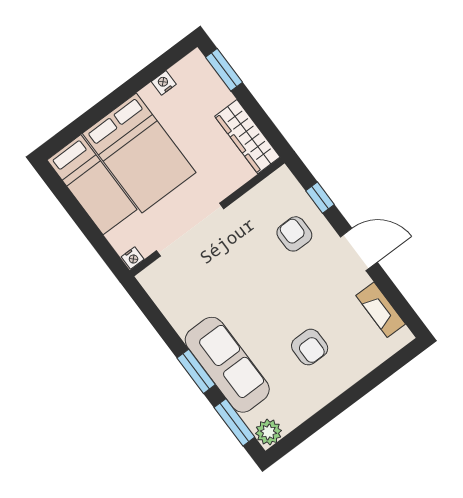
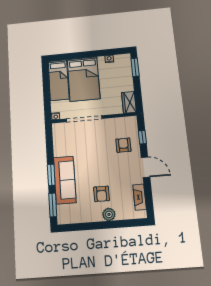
wardrobe: (247, 137) -> (129, 102), width x0.67
plant: (268, 432) -> (109, 214), moved

